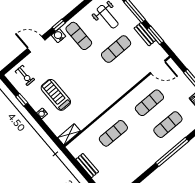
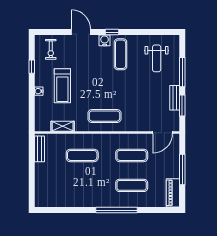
exercise mat: (116, 49) -> (104, 116), moved
door: (158, 67) -> (163, 133), hinge flipped
treadmill: (56, 95) -> (62, 86), turned 180
shelving: (69, 134) -> (63, 126), moved
bench: (87, 166) -> (39, 149), moved

